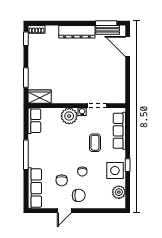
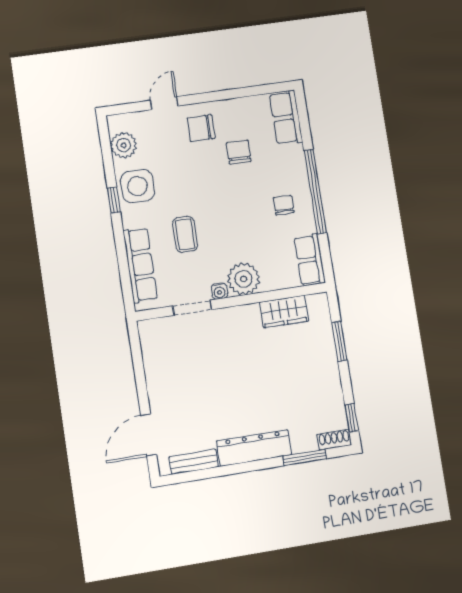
window: (106, 23) -> (305, 457), moved
door: (128, 46) -> (149, 435), swing flipped
wardrobe: (40, 97) -> (284, 312), moved
window: (26, 155) -> (315, 192), width x1.46
chair: (82, 172) -> (284, 205), moved
row of seats: (35, 188) -> (286, 118), width x0.68
door: (64, 211) -> (164, 103), moved

